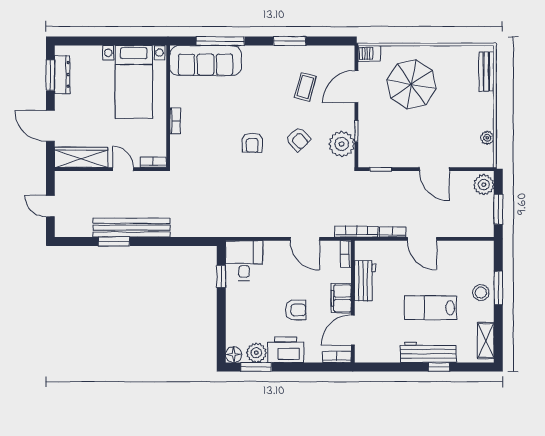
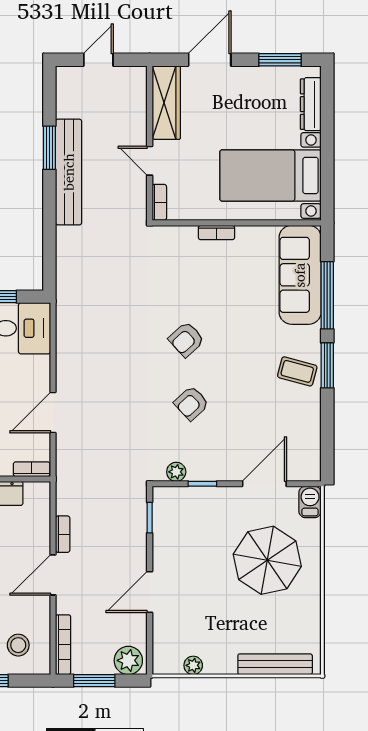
window: (290, 41) -> (327, 365), moved
bench: (486, 72) -> (275, 664), width x1.36
dresser: (62, 74) -> (311, 104), moved, turned 90
door: (356, 86) -> (264, 484), hinge flipped
coffee table: (305, 87) -> (297, 371), moved
armchair: (252, 143) -> (186, 340), turned -42
plant: (342, 144) -> (176, 472), width x0.53, depth x0.53
door: (123, 169) -> (150, 161), swing flipped
bookcase: (356, 232) -> (63, 645), moved
stool: (473, 264) -> (18, 645), added

